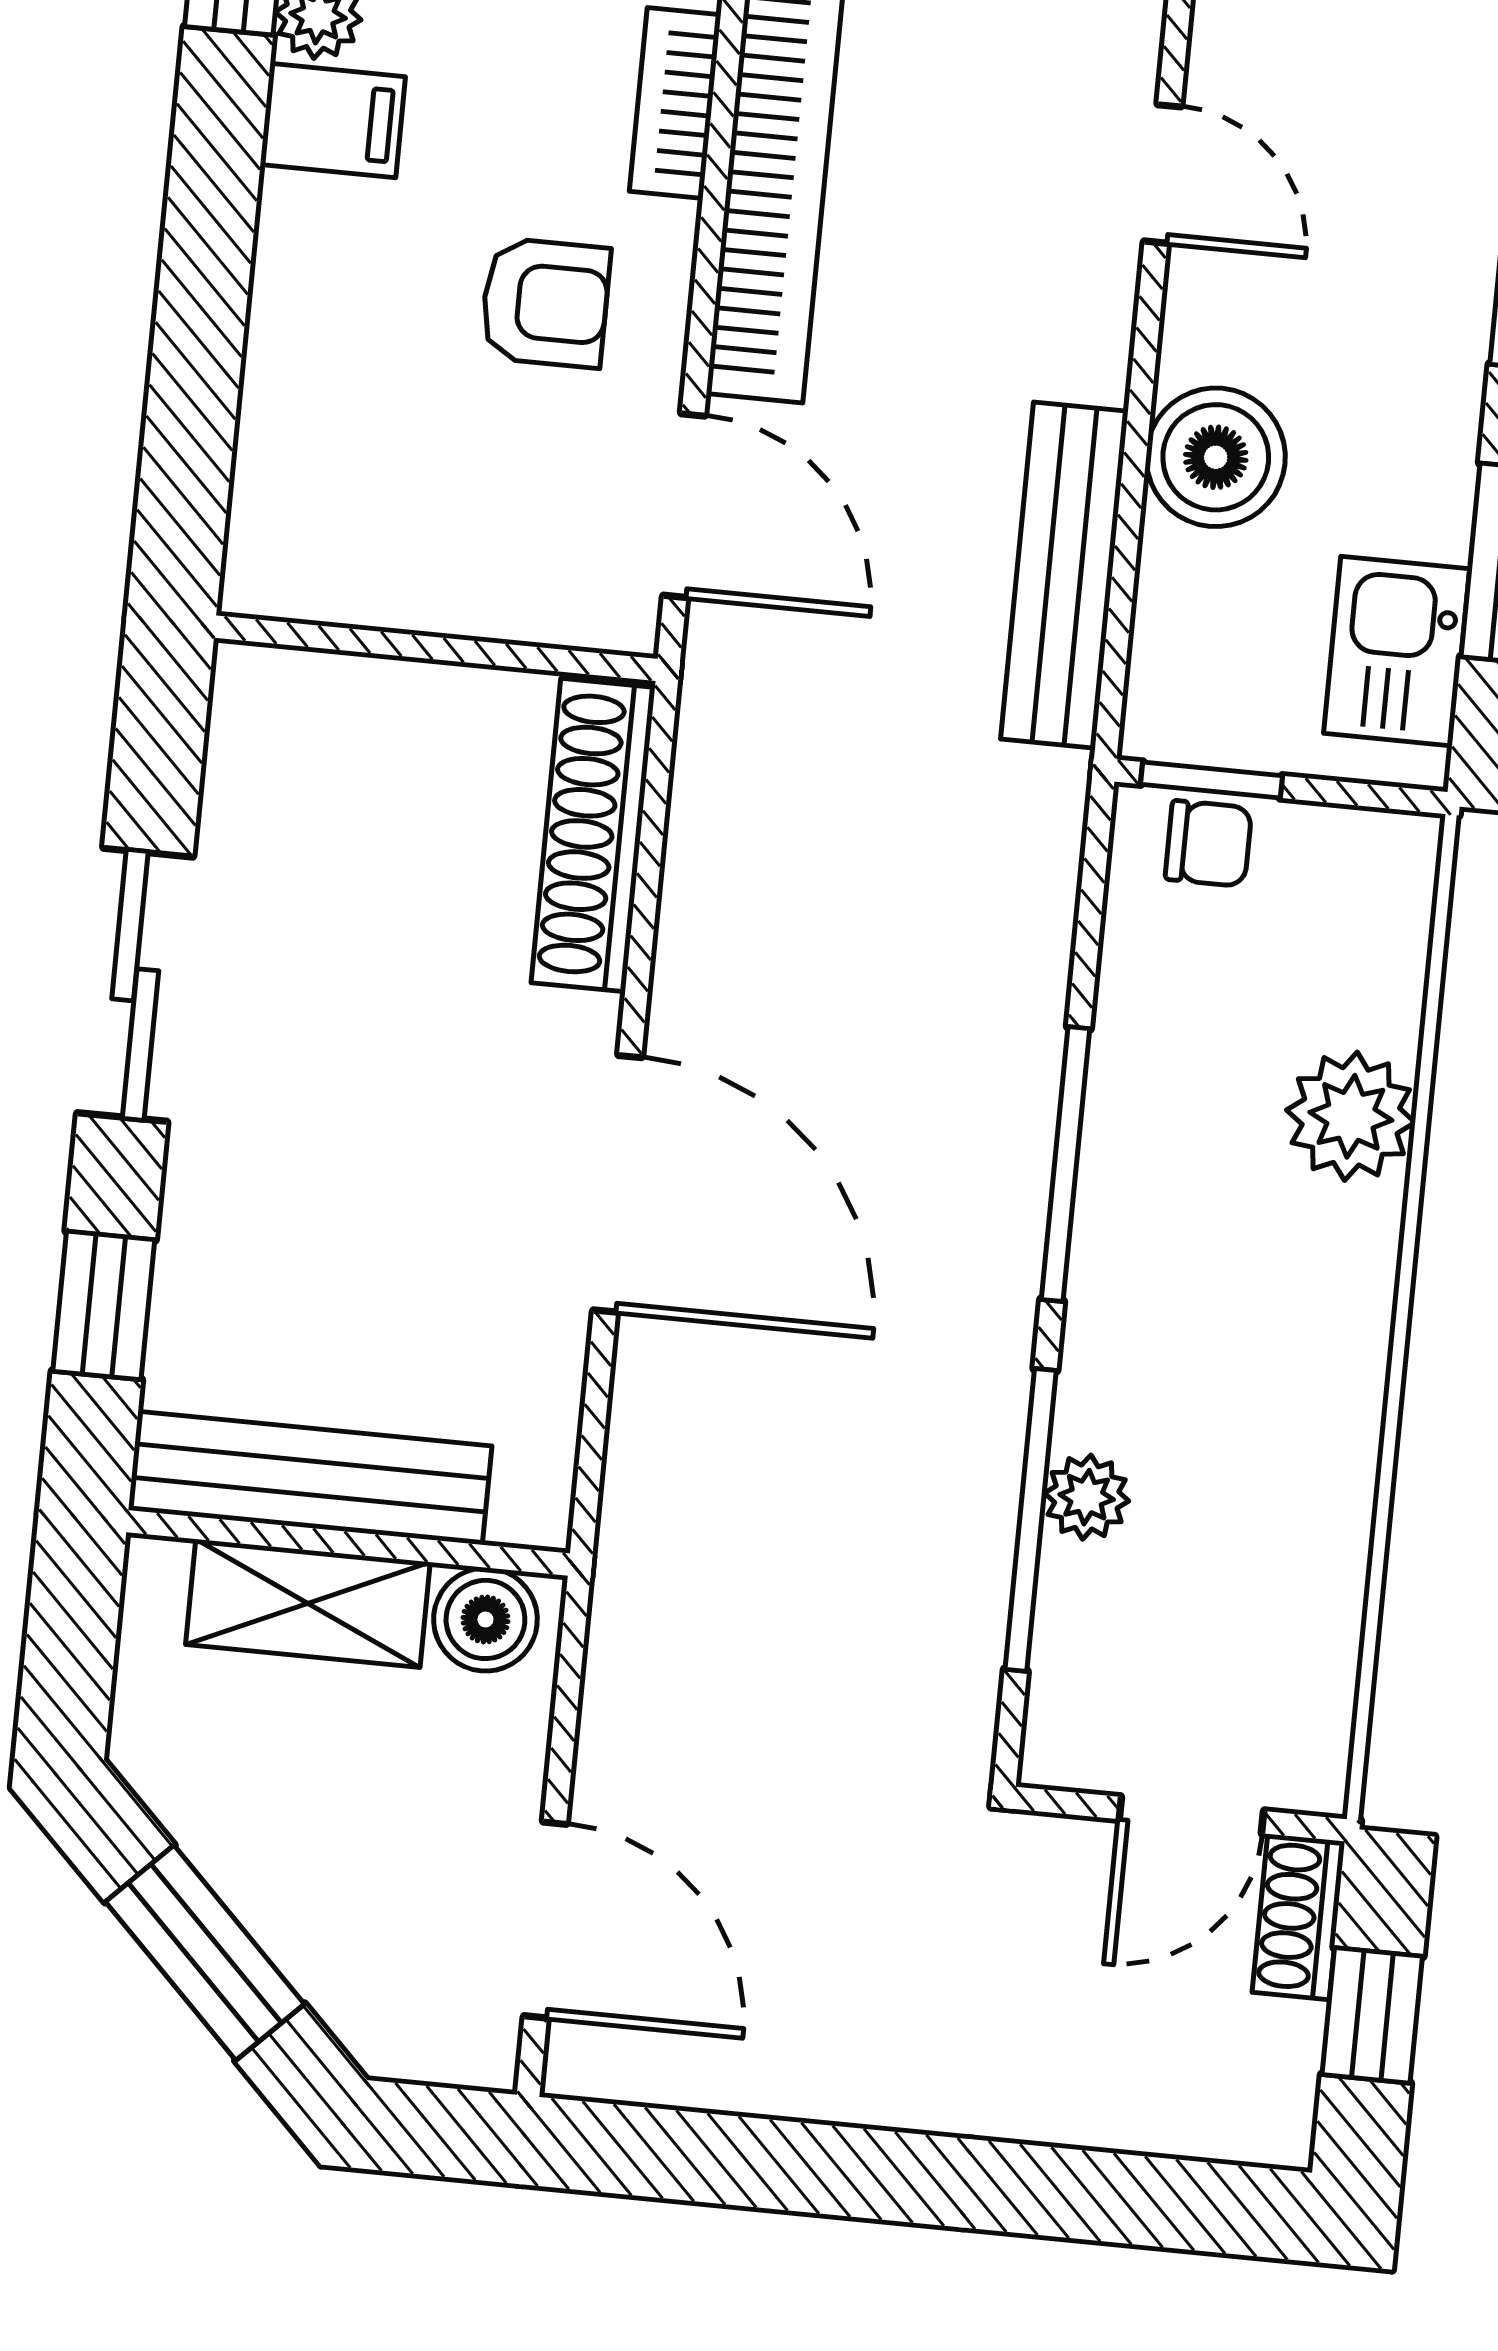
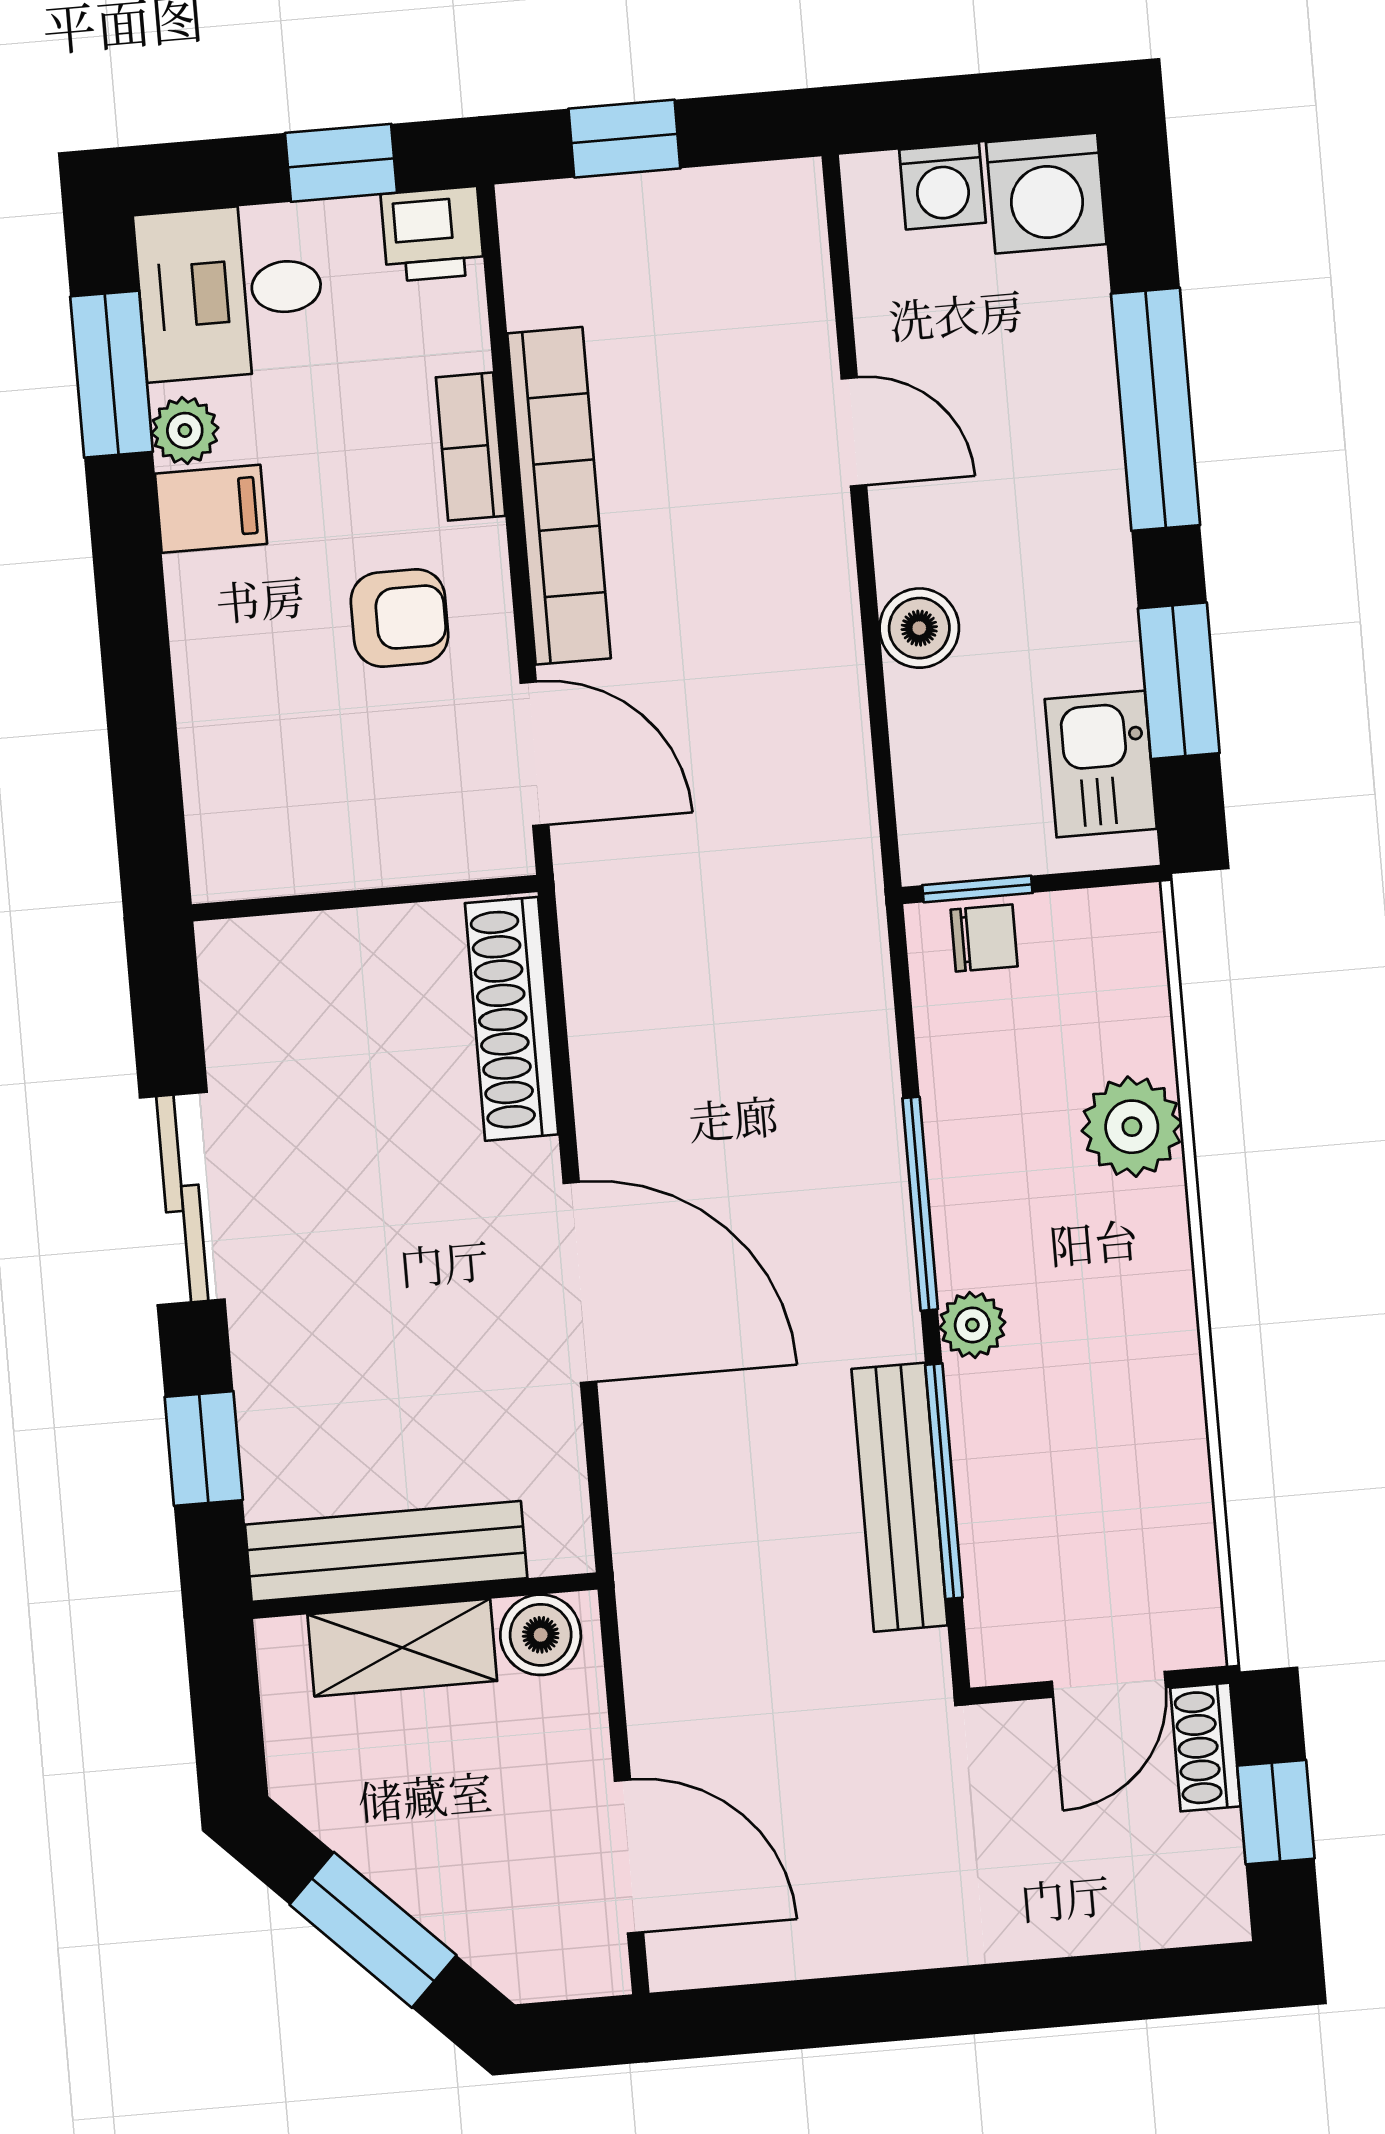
boiler: (1216, 457) -> (919, 628), width x0.73, depth x0.73
bench: (1064, 575) -> (899, 1497), moved
plant: (1087, 1497) -> (972, 1325), moved

